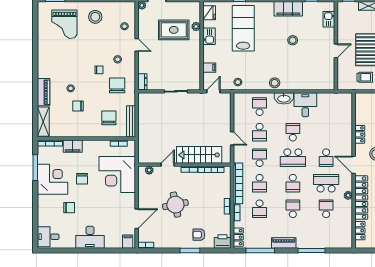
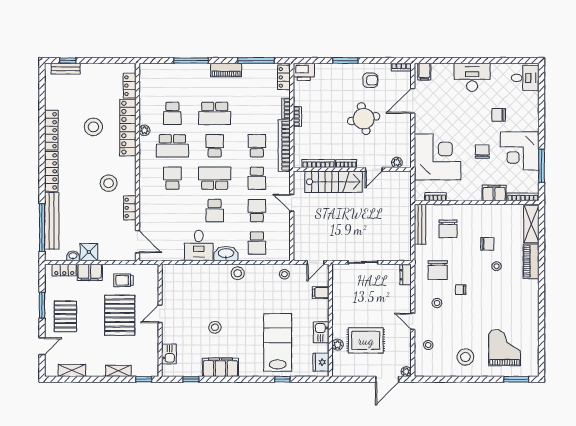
lab bench: (243, 28) -> (278, 342), turned 180
door: (354, 165) -> (138, 242), moved
school desk: (260, 209) -> (257, 113), removed
school desk: (293, 209) -> (215, 113), width x1.85
armchair: (199, 235) -> (370, 80), moved

